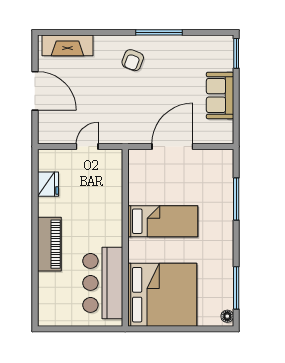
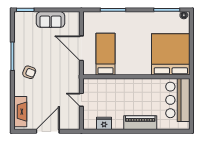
bed: (163, 221) -> (106, 54), moved
bar counter: (103, 283) -> (178, 100), moved, turned 90

